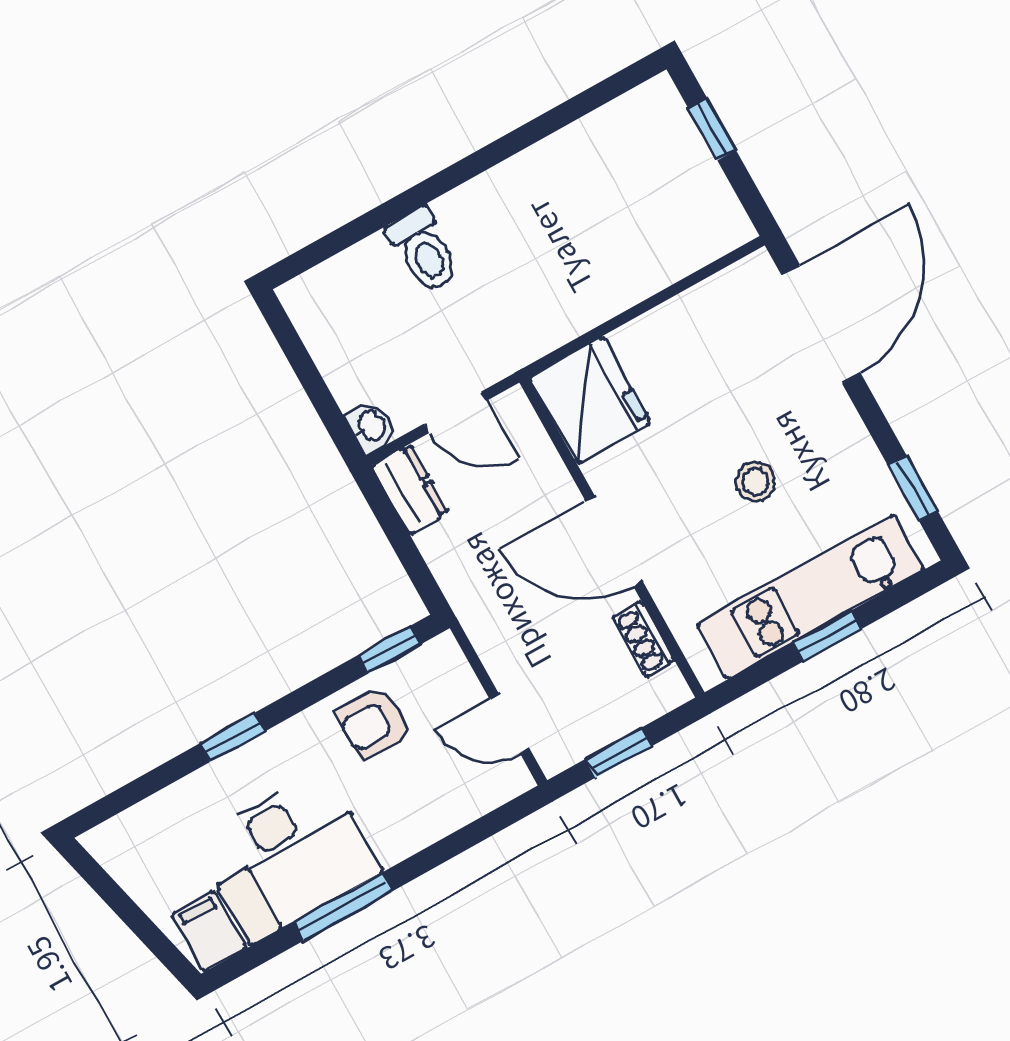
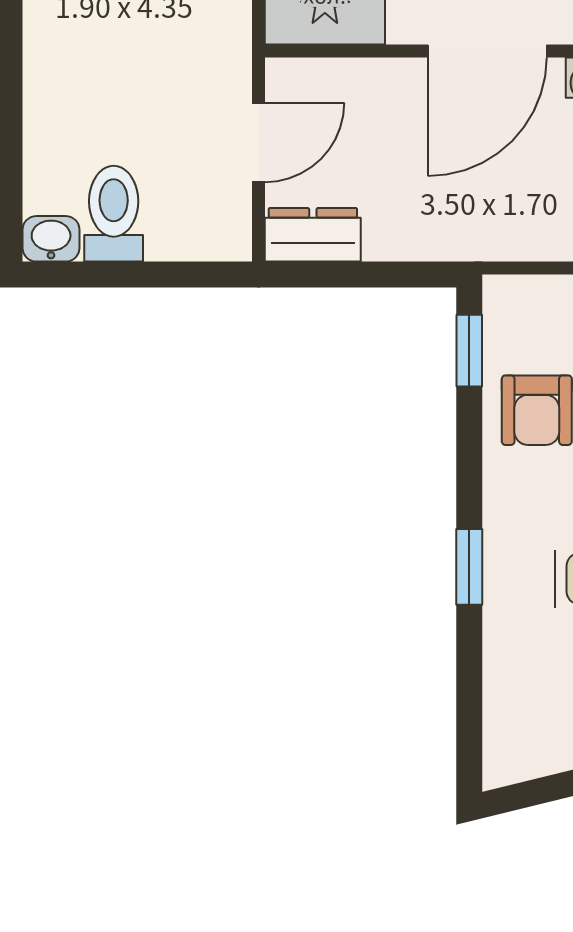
toilet: (424, 250) -> (114, 214), moved, turned -90
washbasin: (371, 426) -> (51, 239), moved

